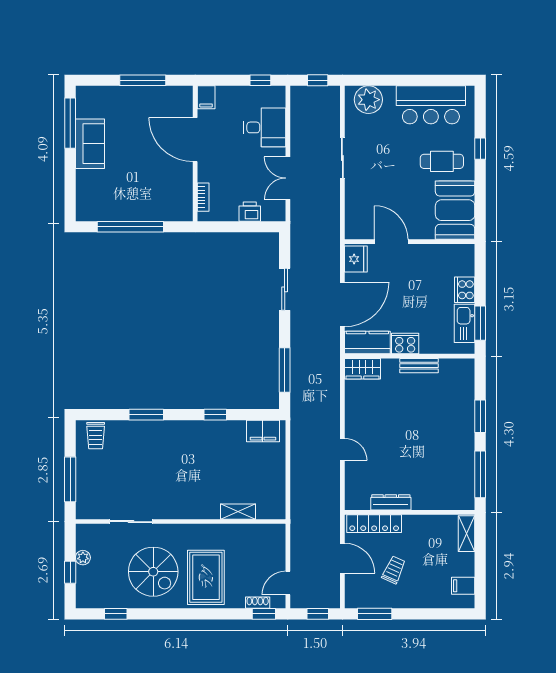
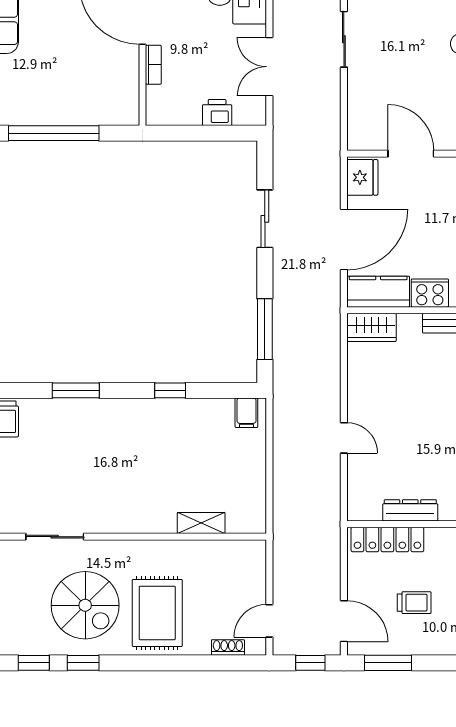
bookcase: (203, 197) -> (153, 65), moved
filing cabinet: (263, 431) -> (246, 413), width x0.50
door: (342, 558) -> (344, 621), moved
trolley: (394, 570) -> (414, 603), turned 66
window: (264, 614) -> (83, 663), moved

